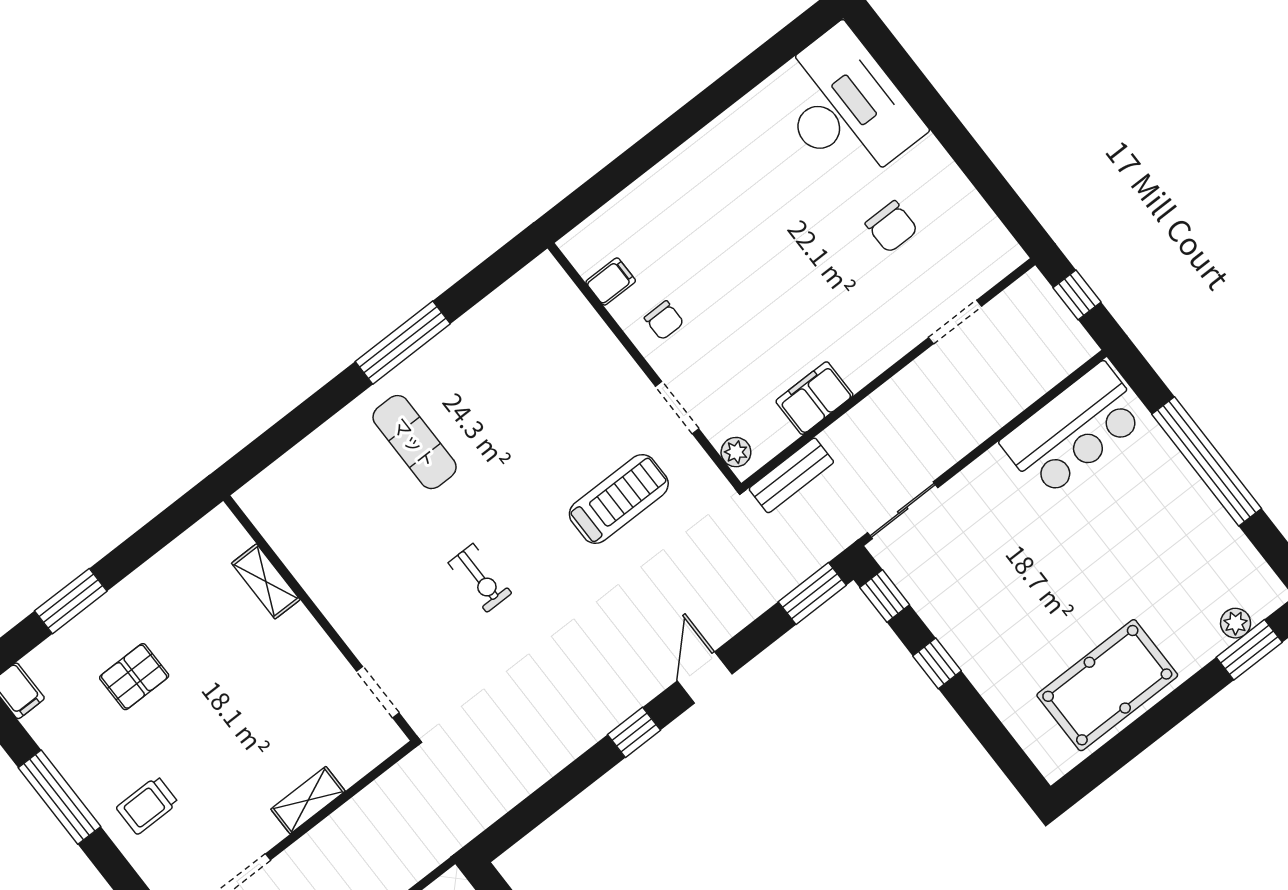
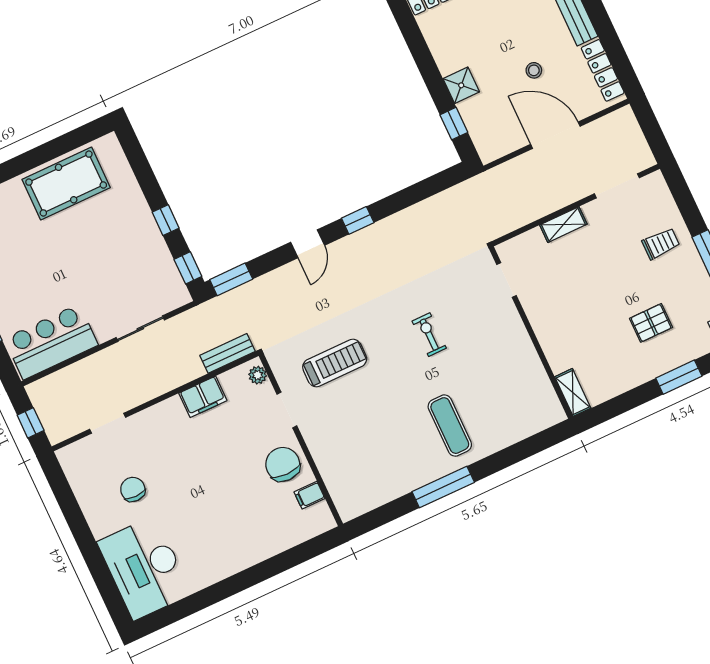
chair: (664, 320) -> (283, 464), width x1.87, depth x1.87
treadmill: (619, 499) -> (335, 363), turned 180
sliding door: (903, 510) -> (140, 329), moved
shelving: (266, 581) -> (573, 392), moved

